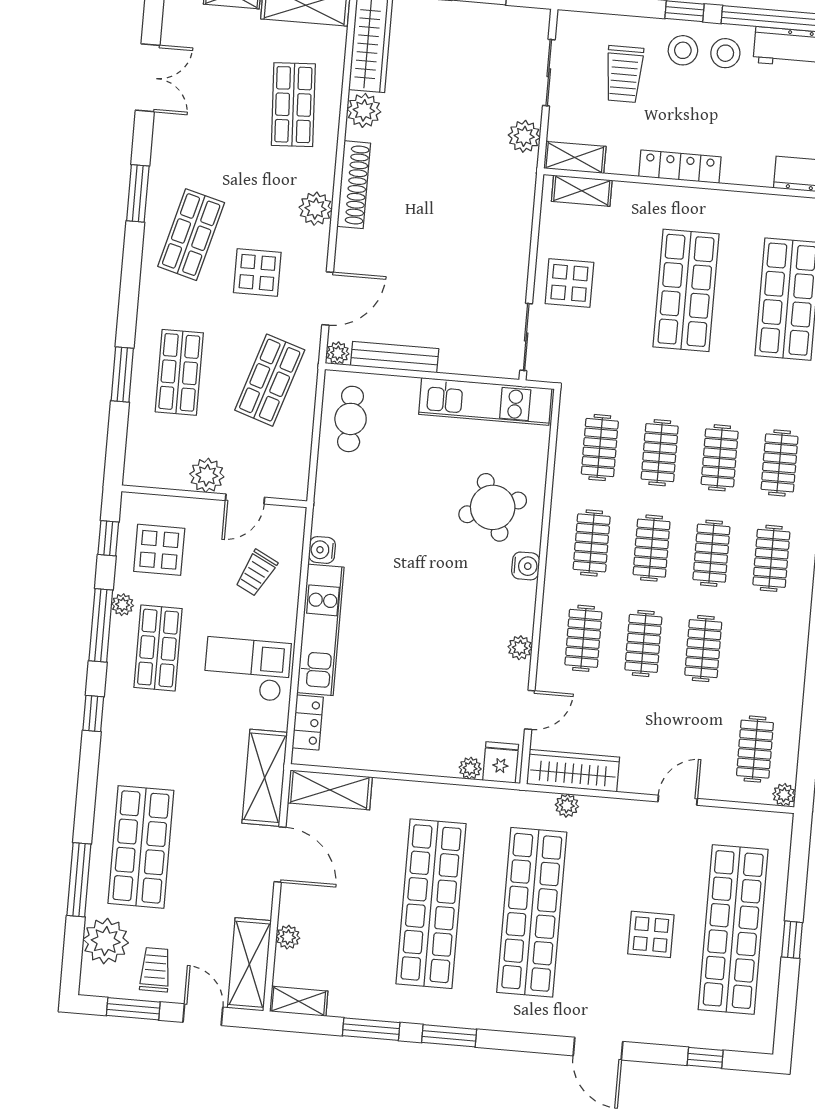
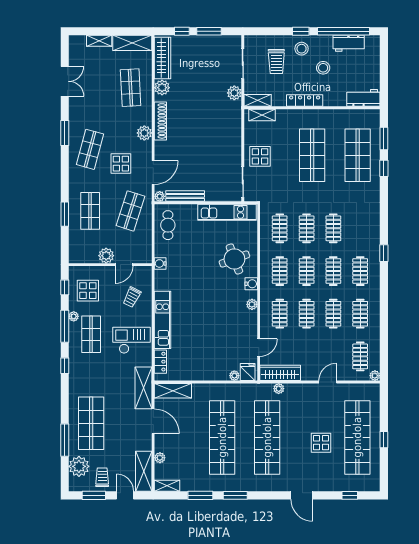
stool: (725, 53) -> (323, 68), moved
clothes rail: (780, 463) -> (360, 314), moved
water cooler: (322, 550) -> (160, 263), moved
plant: (520, 648) -> (252, 304), moved

